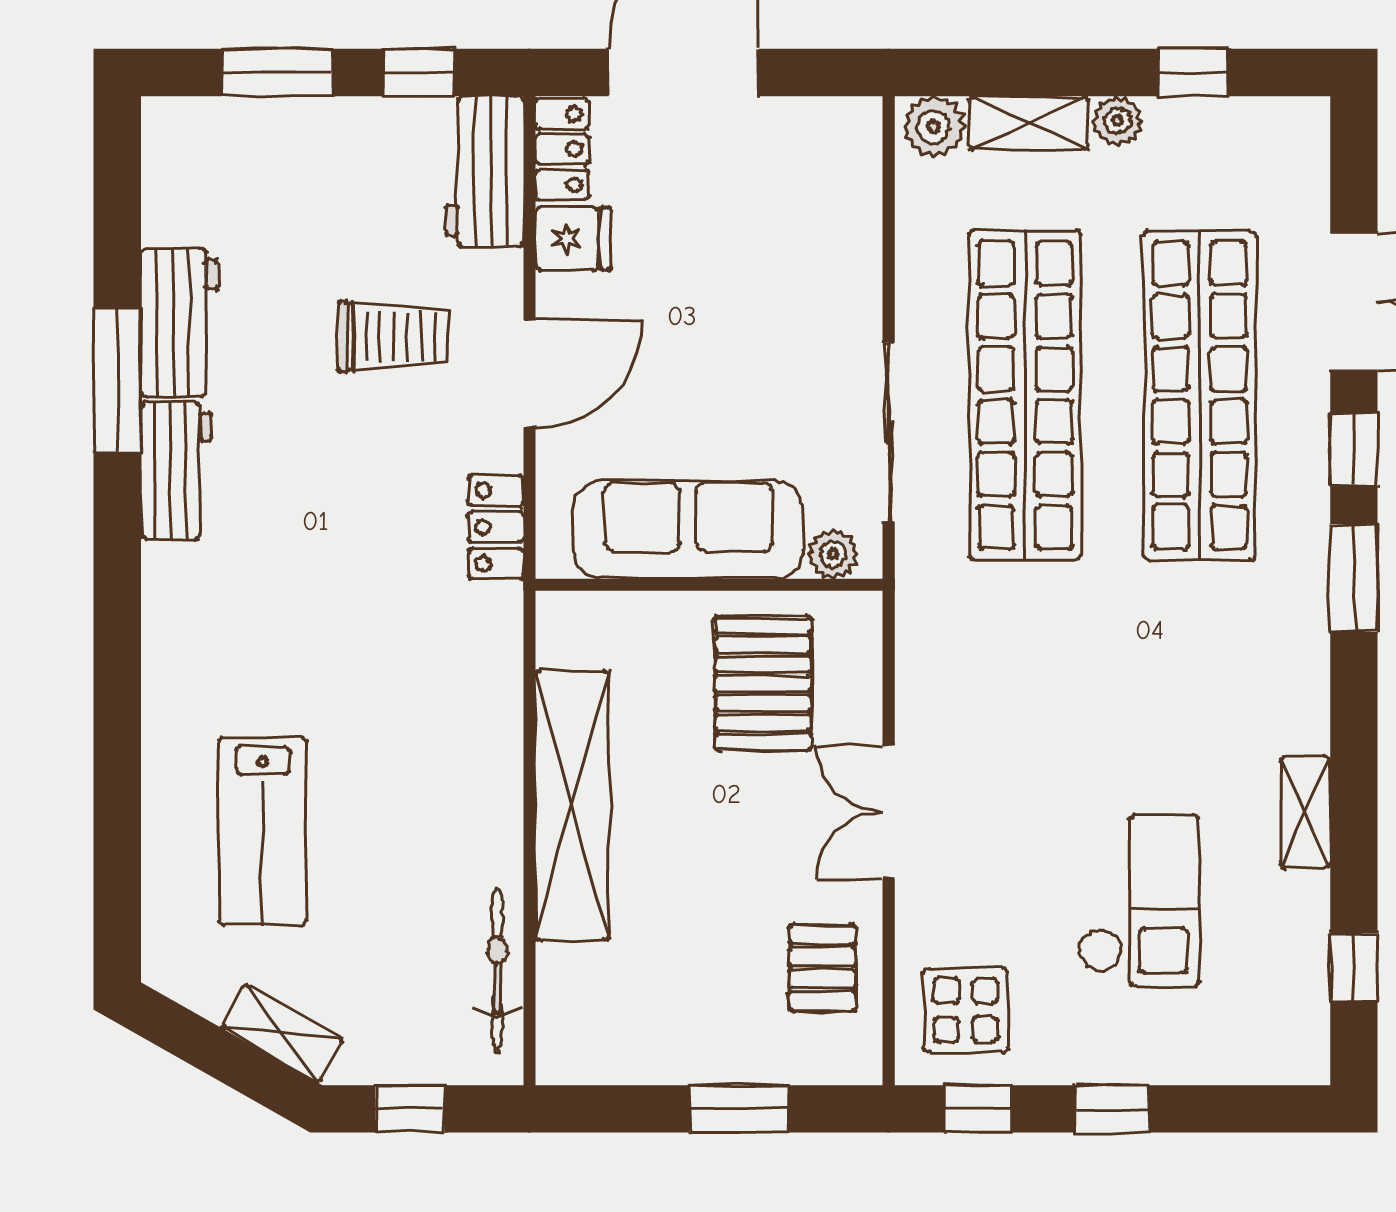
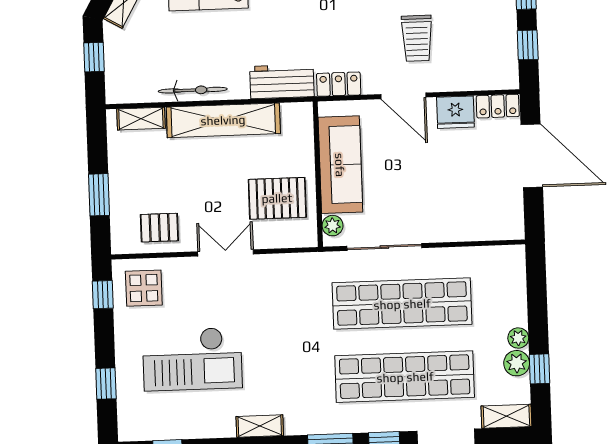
shelving: (1029, 123) -> (506, 416), moved, turned 90
plant: (934, 127) -> (517, 363), moved
workbench: (484, 172) -> (282, 81), moved
fridge: (573, 239) -> (455, 112), width x1.38
shelving: (1305, 812) -> (260, 426), moved
checkout: (1139, 901) -> (192, 359), width x1.36, depth x1.21
bicycle: (497, 970) -> (193, 90), moved
shelving: (561, 1002) -> (141, 119), added
window: (1112, 1109) -> (106, 384), moved

